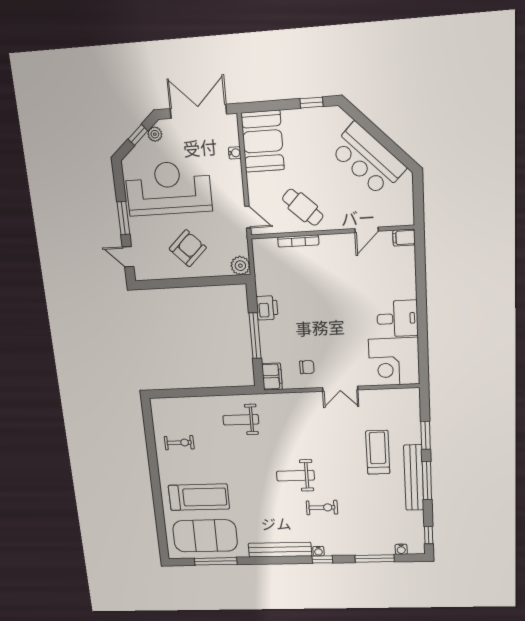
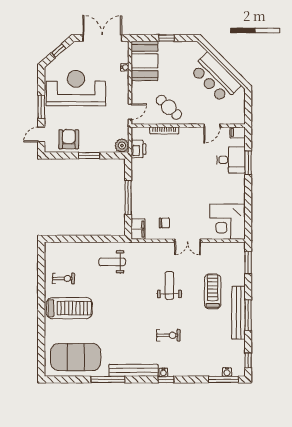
window: (312, 103) -> (167, 38), moved
plant: (155, 134) -> (71, 51), removed
door: (248, 217) -> (130, 112), hinge flipped
armchair: (188, 248) -> (69, 139), moved, turned -46
door: (128, 257) -> (41, 135), hinge flipped
window: (421, 280) -> (248, 163), added
window: (196, 282) -> (89, 156), added
printer: (267, 308) -> (139, 149), moved
desk: (397, 319) -> (231, 160), moved
window: (426, 435) -> (248, 262), moved
weight bench: (295, 476) -> (169, 285), moved, turned 90
treadmill: (199, 497) -> (69, 308), moved
window: (375, 558) -> (224, 379), moved
window: (216, 561) -> (108, 379), moved

